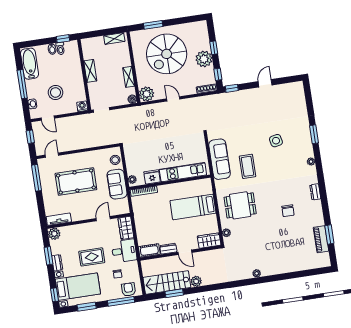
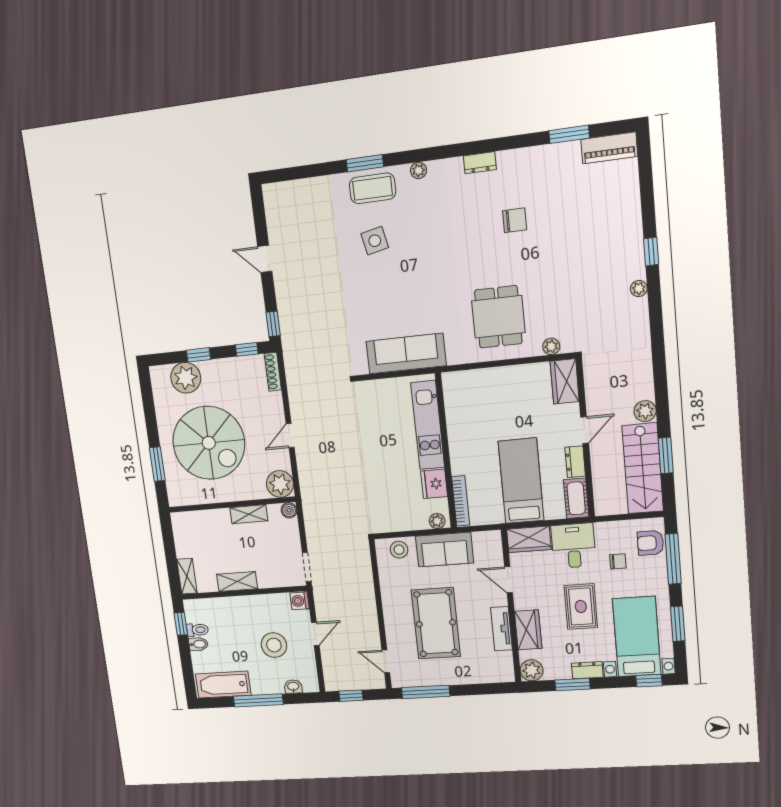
shelving: (114, 39) -> (187, 576), moved
plant: (204, 59) -> (186, 378), moved
door: (48, 118) -> (315, 634), moved
coffee table: (247, 166) -> (372, 188), moved
bed: (193, 207) -> (521, 481), moved, turned 180
tv unit: (59, 219) -> (502, 629), moved
wardrobe: (77, 231) -> (528, 630), added
piano: (321, 239) -> (609, 148), moved
window: (275, 278) -> (651, 252), added

